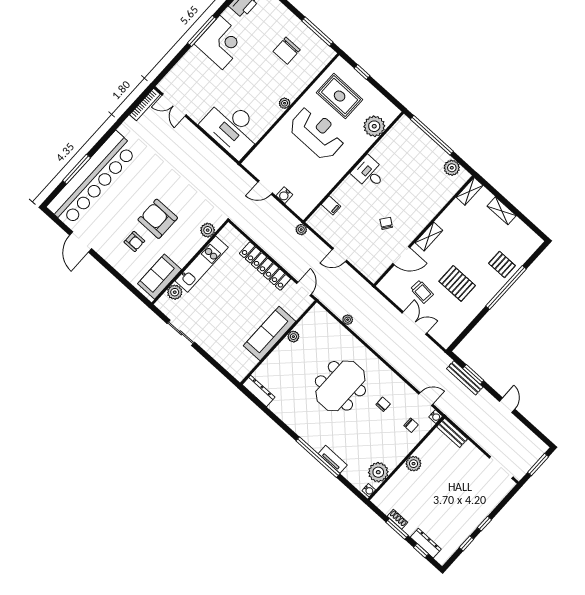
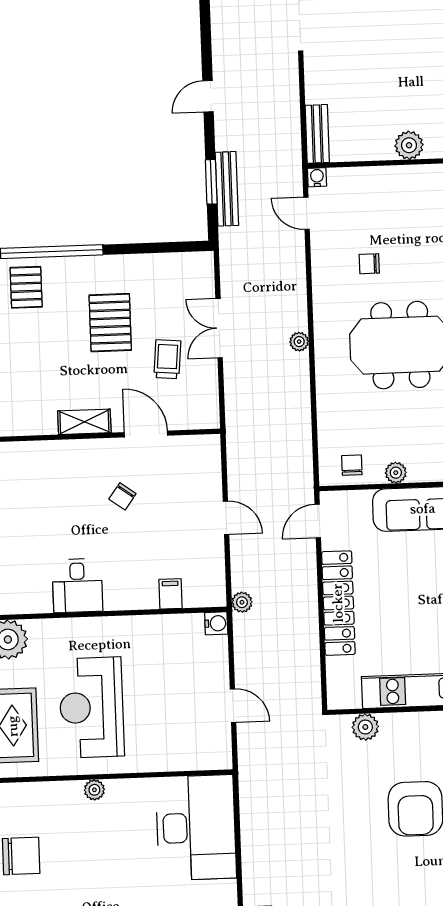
water cooler: (284, 195) -> (216, 623), moved
plant: (348, 320) -> (299, 342), moved
chair: (411, 425) -> (352, 465), moved

